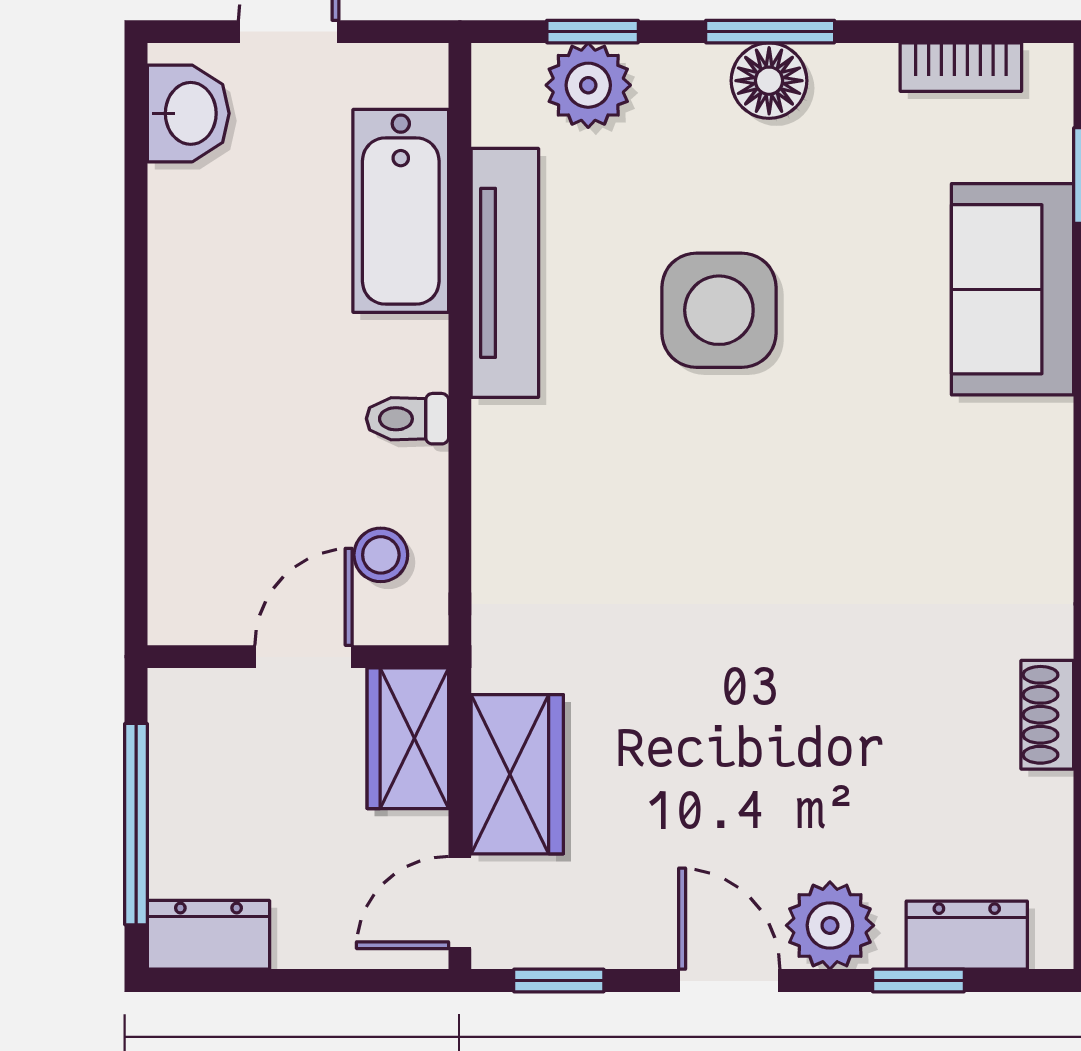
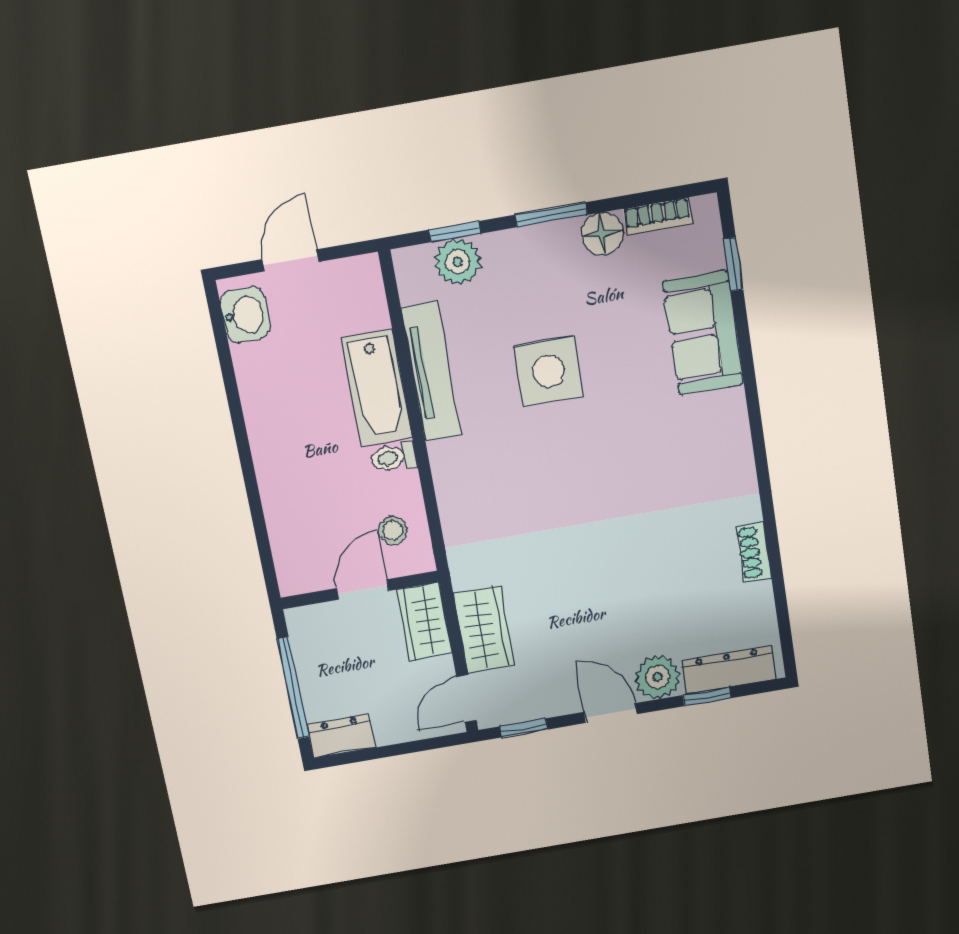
floor lamp: (769, 81) -> (602, 234), moved
bathtub: (401, 211) -> (377, 388), moved
dresser: (967, 935) -> (728, 670), width x1.44

